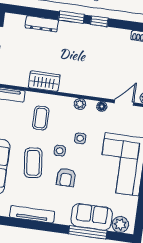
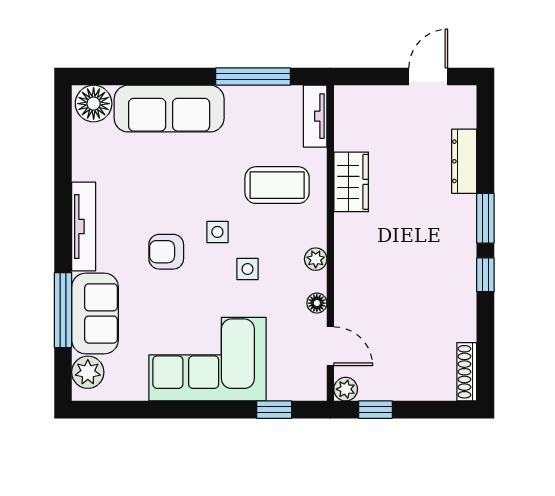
coffee table: (41, 118) -> (277, 185), width x1.36, depth x1.30
coffee table: (33, 163) -> (186, 182), removed
tv unit: (32, 214) -> (84, 227), moved

